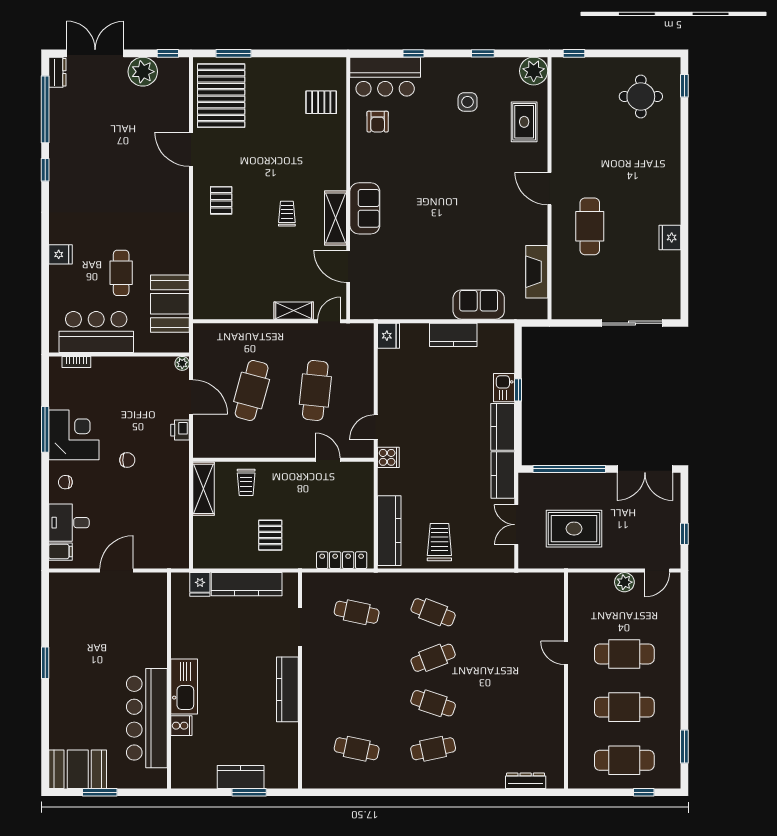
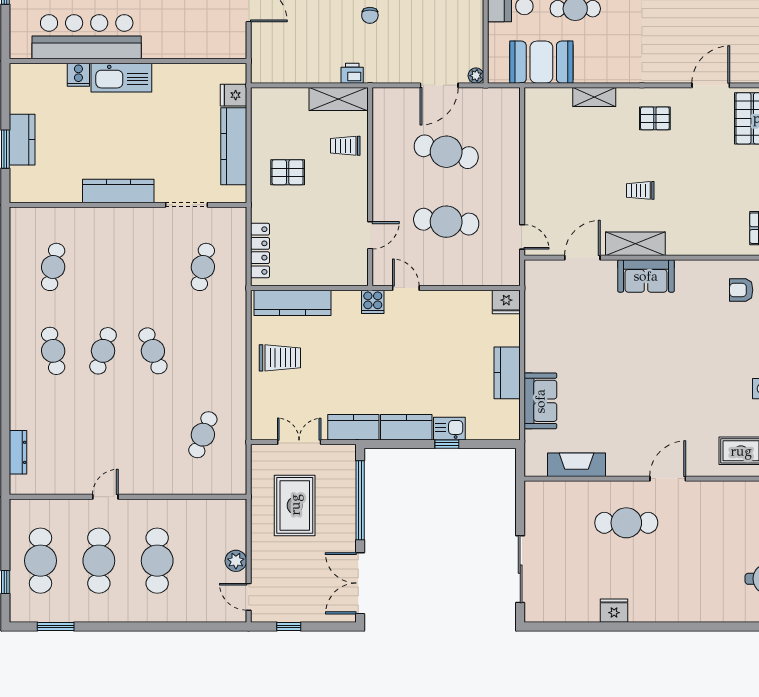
trolley: (287, 214) -> (640, 190), turned 180
shelving: (294, 311) -> (594, 97), moved, turned 90
printer: (180, 430) -> (352, 73), moved
cafe table: (433, 612) -> (203, 435), moved
door: (566, 653) -> (105, 497), moved

